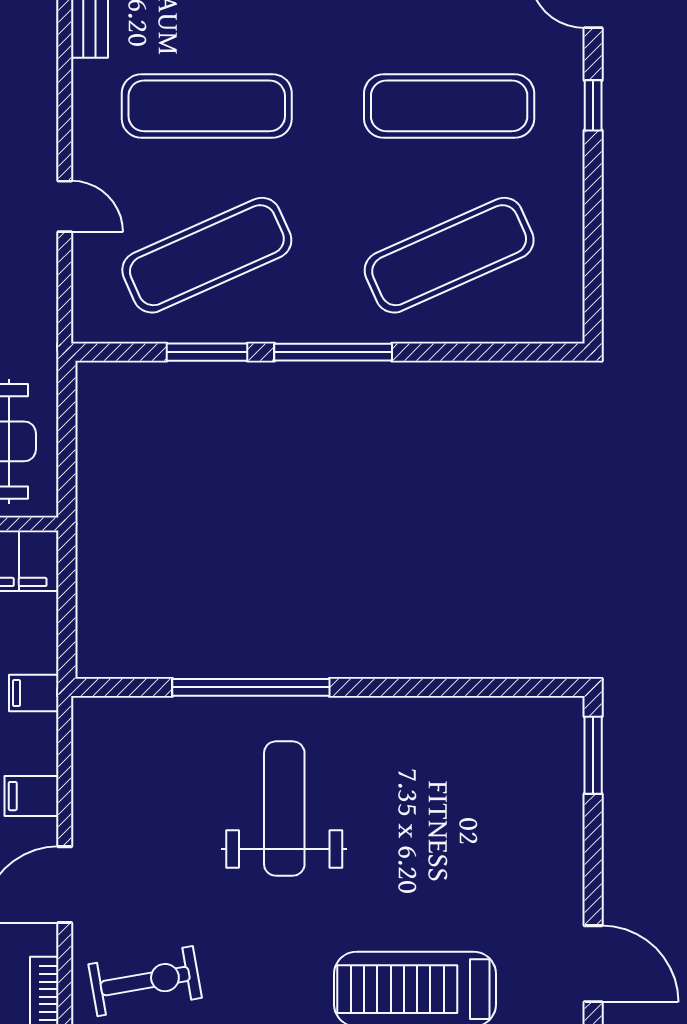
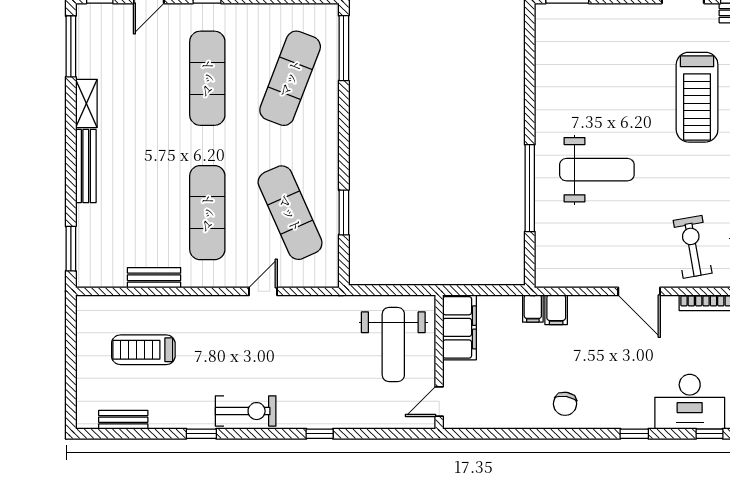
exercise mat: (449, 255) -> (290, 78), turned 45
window: (333, 352) -> (344, 48), moved
filing cabinet: (32, 796) -> (556, 310), moved
weight bench: (284, 809) -> (597, 170), turned 180

